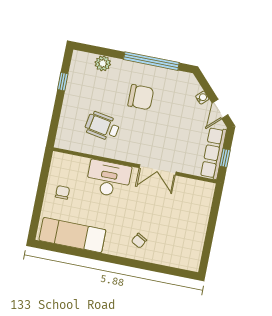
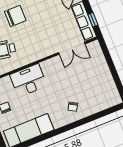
double door: (158, 170) -> (72, 48), moved

